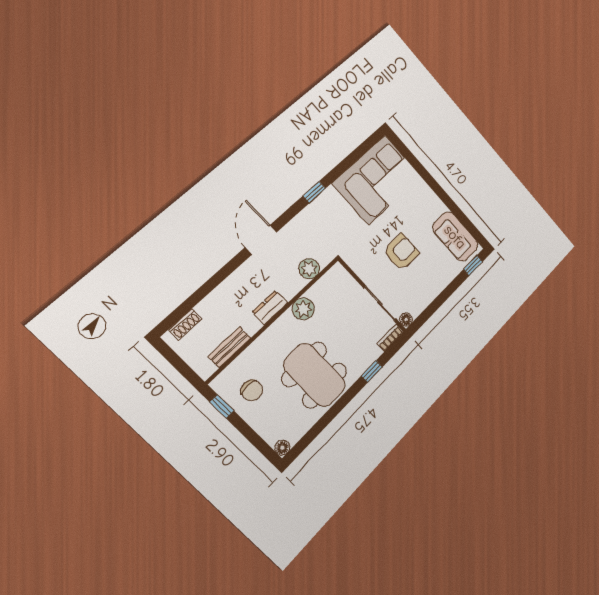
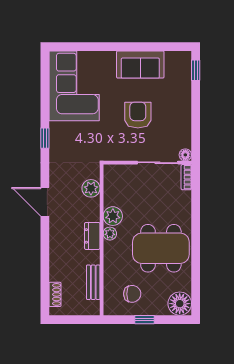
sofa: (455, 237) -> (140, 64), moved
plant: (286, 320) -> (110, 234), added
window: (372, 372) -> (196, 210), removed
window: (222, 406) -> (144, 320), moved
floor lamp: (282, 448) -> (180, 304), width x1.89, depth x1.89

